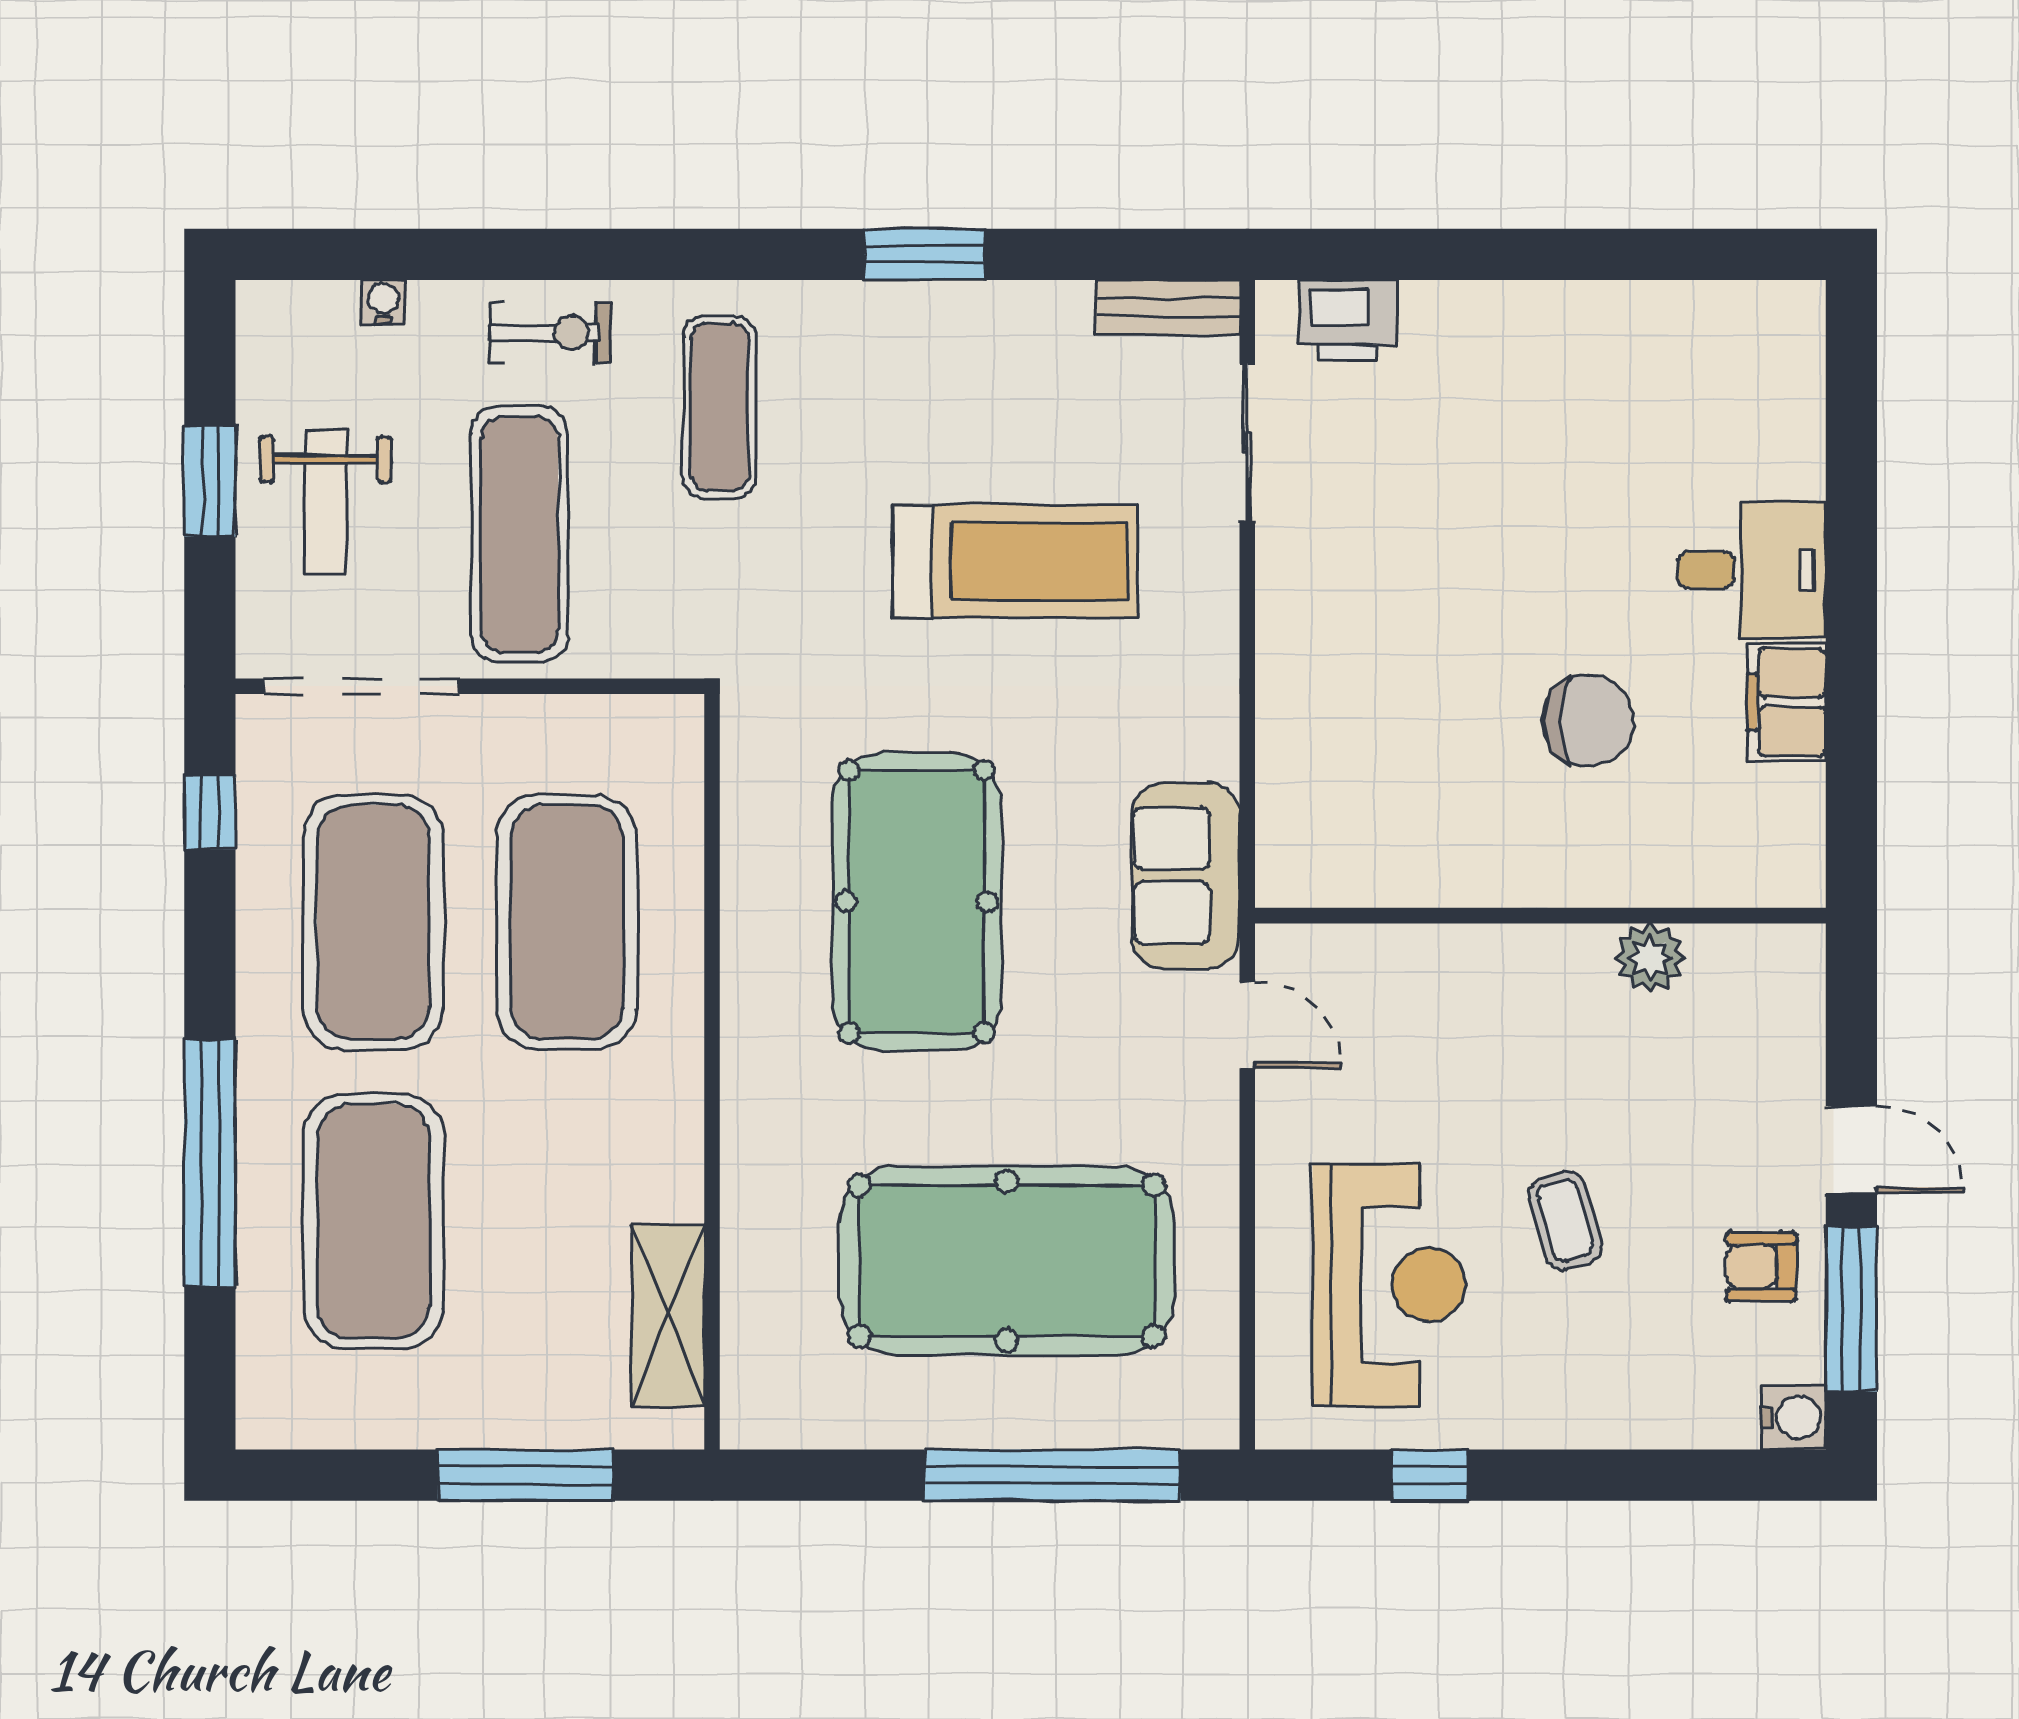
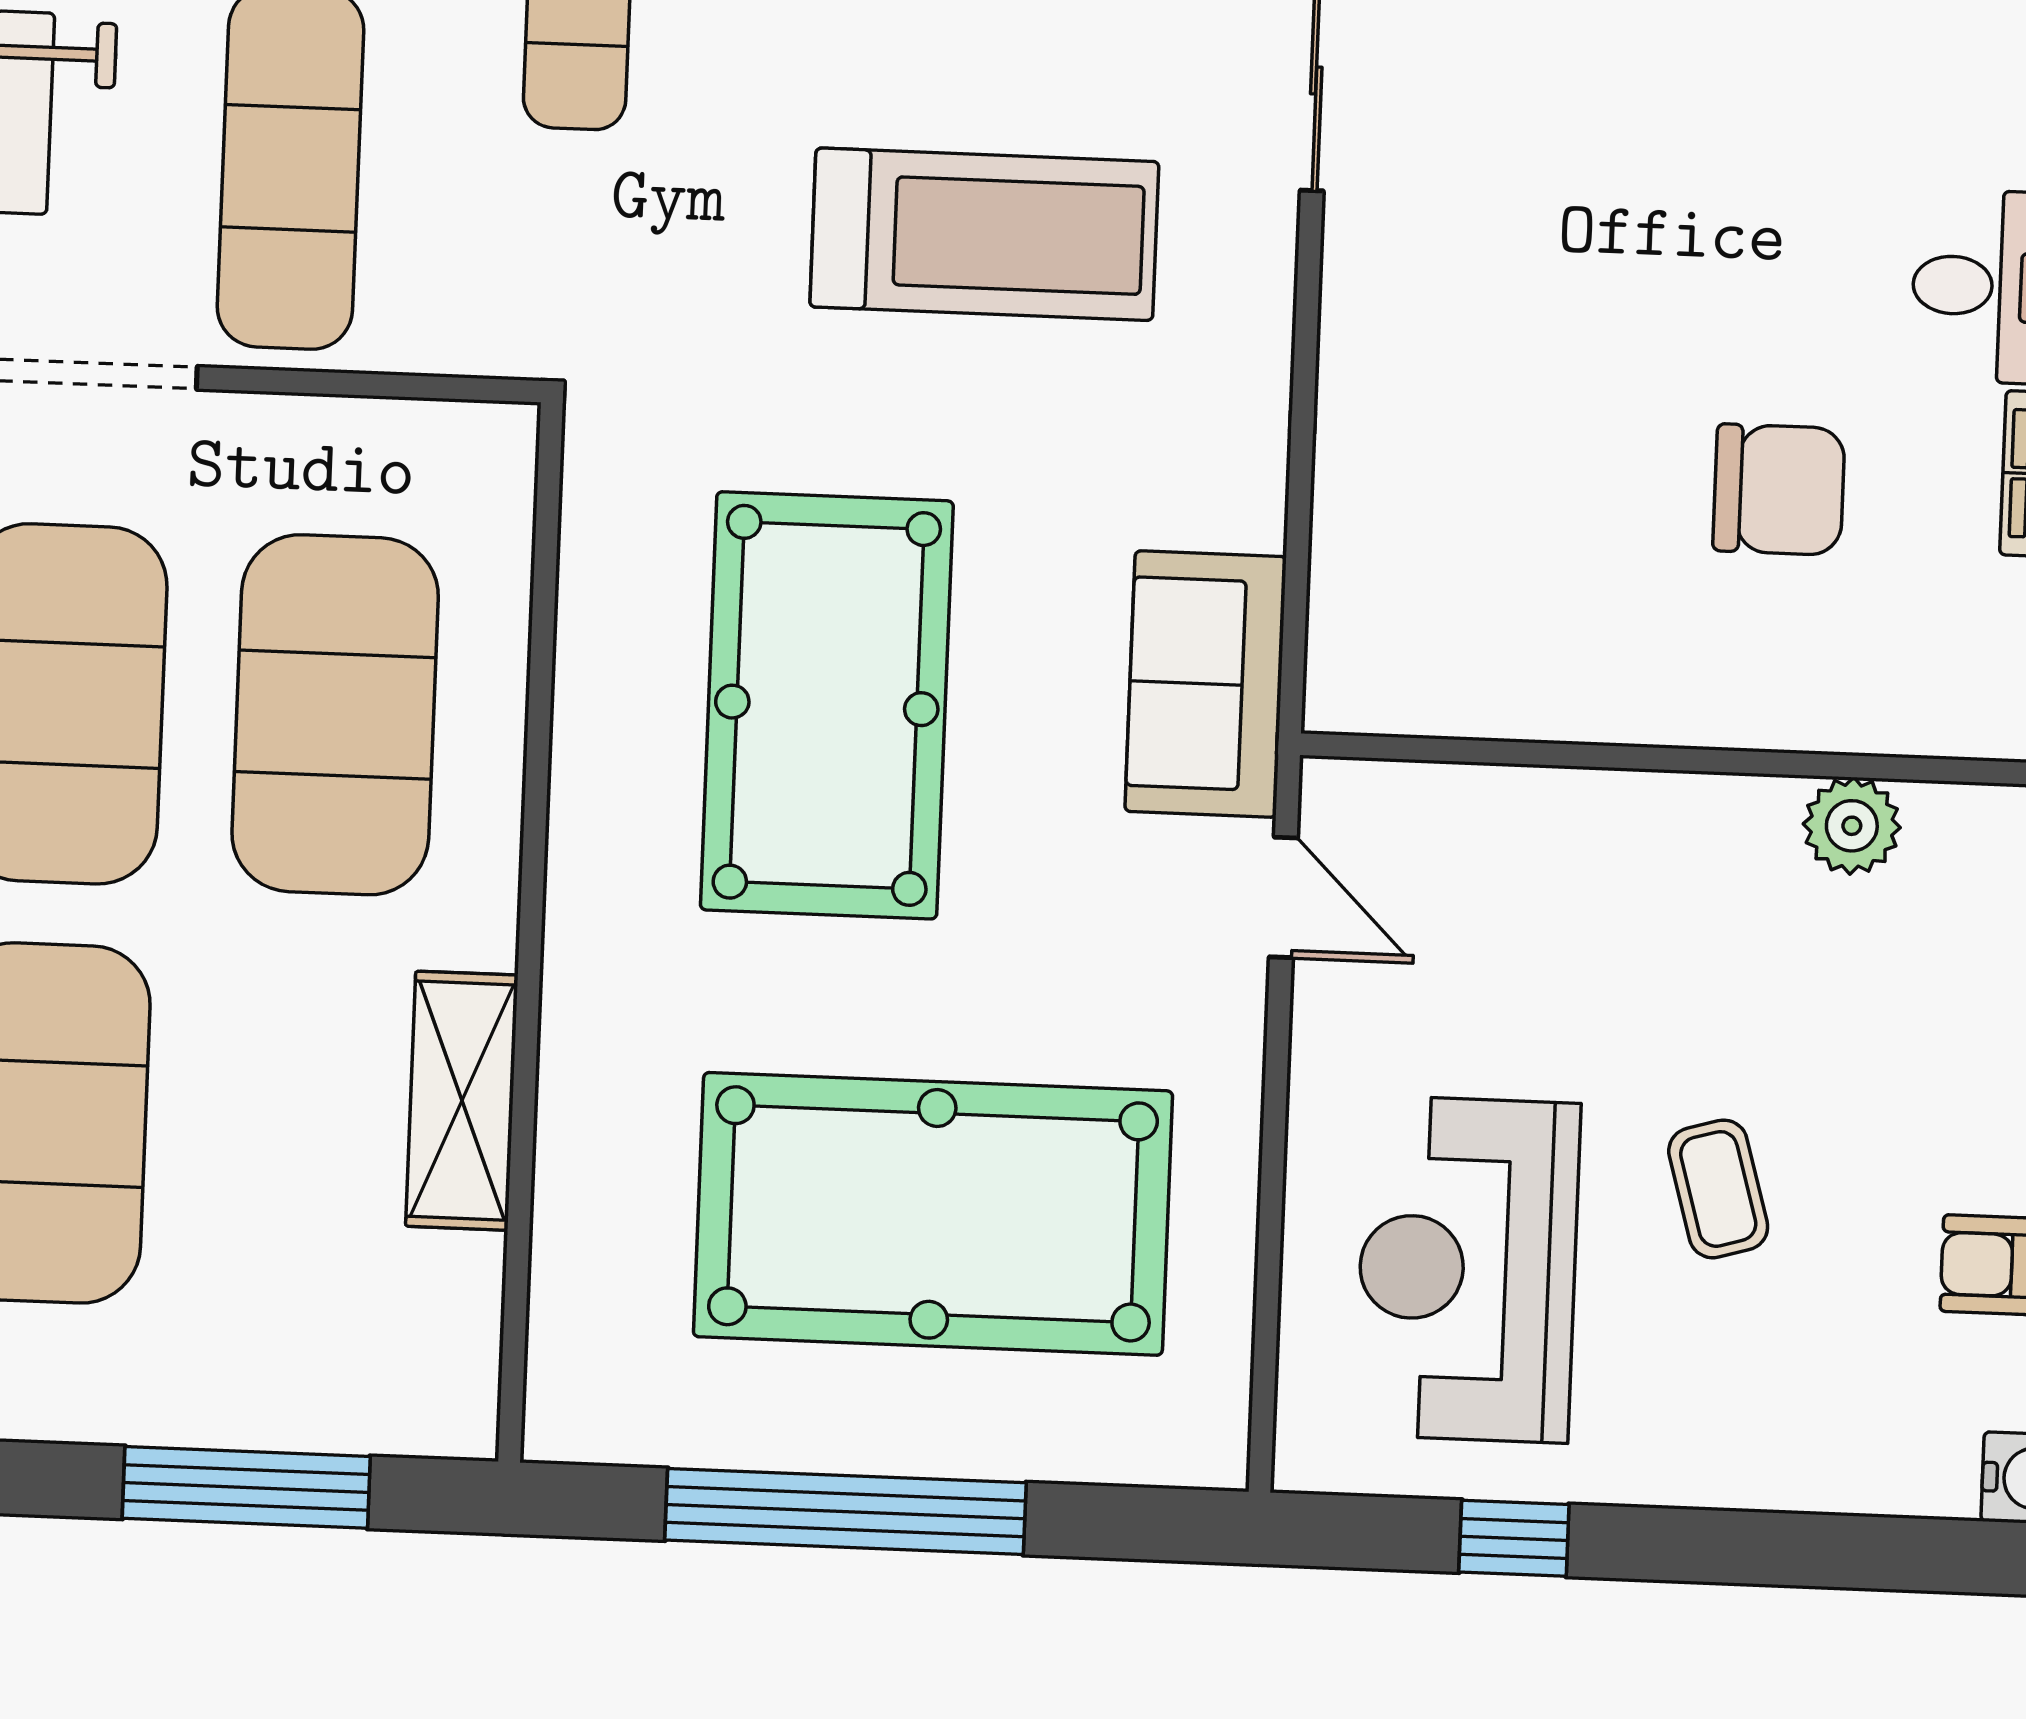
reception desk: (1389, 1285) -> (1467, 1269), turned 180
shelving: (668, 1315) -> (462, 1101), moved
window: (1053, 1475) -> (846, 1511), moved

